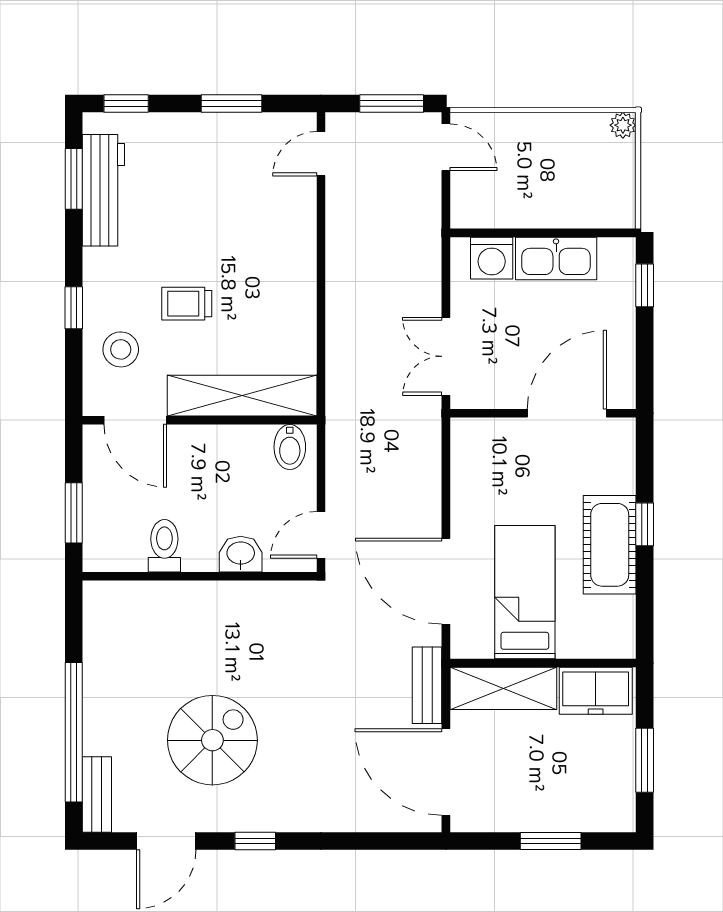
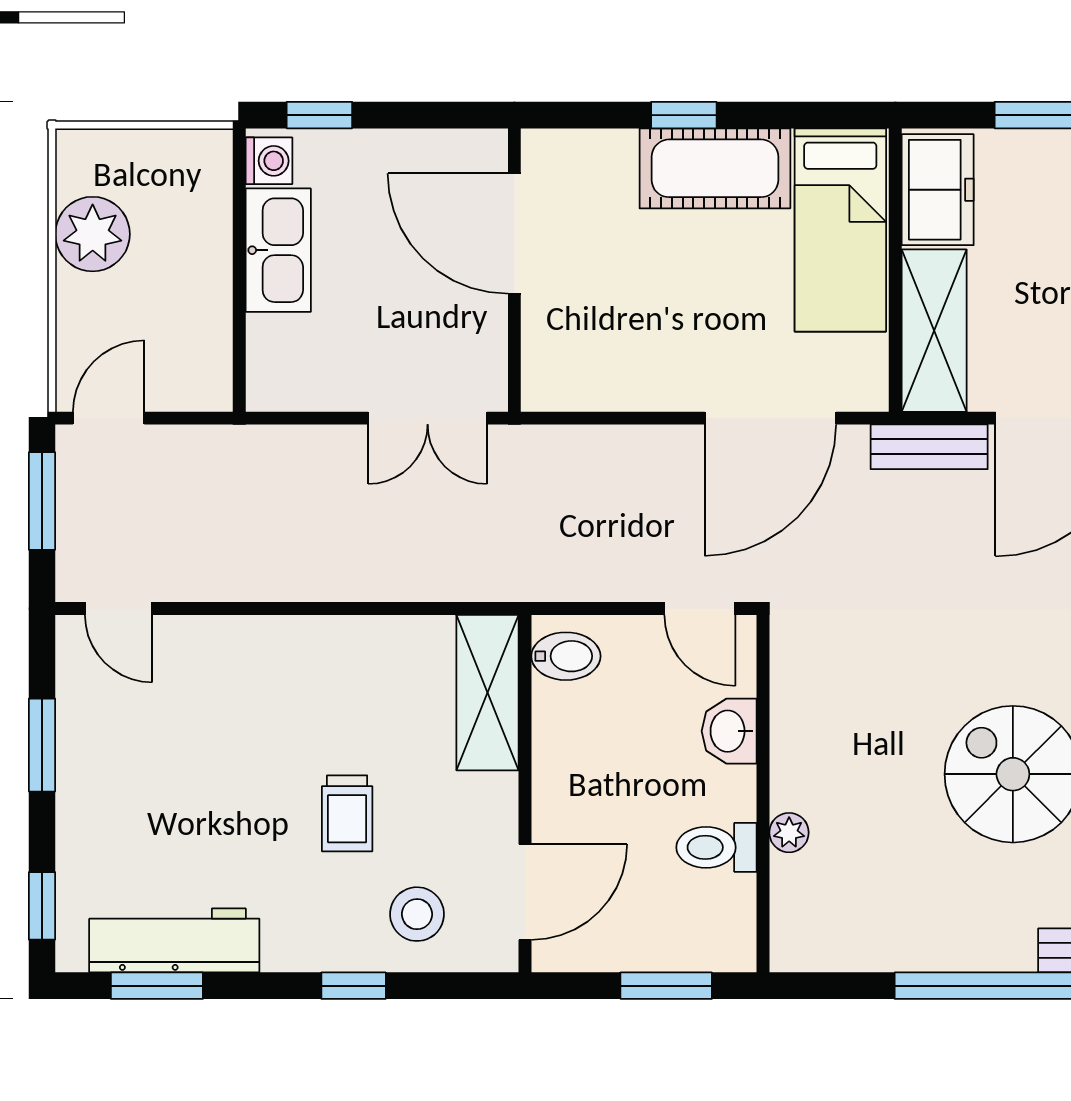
plant: (623, 125) -> (93, 234), moved, width x1.88, depth x1.88
washing machine: (492, 258) -> (269, 161), moved, width x0.73, depth x0.73
shelving: (242, 396) -> (488, 693), width x0.68
bed: (525, 592) -> (840, 230), moved, turned -90
plant: (174, 593) -> (789, 833), added

